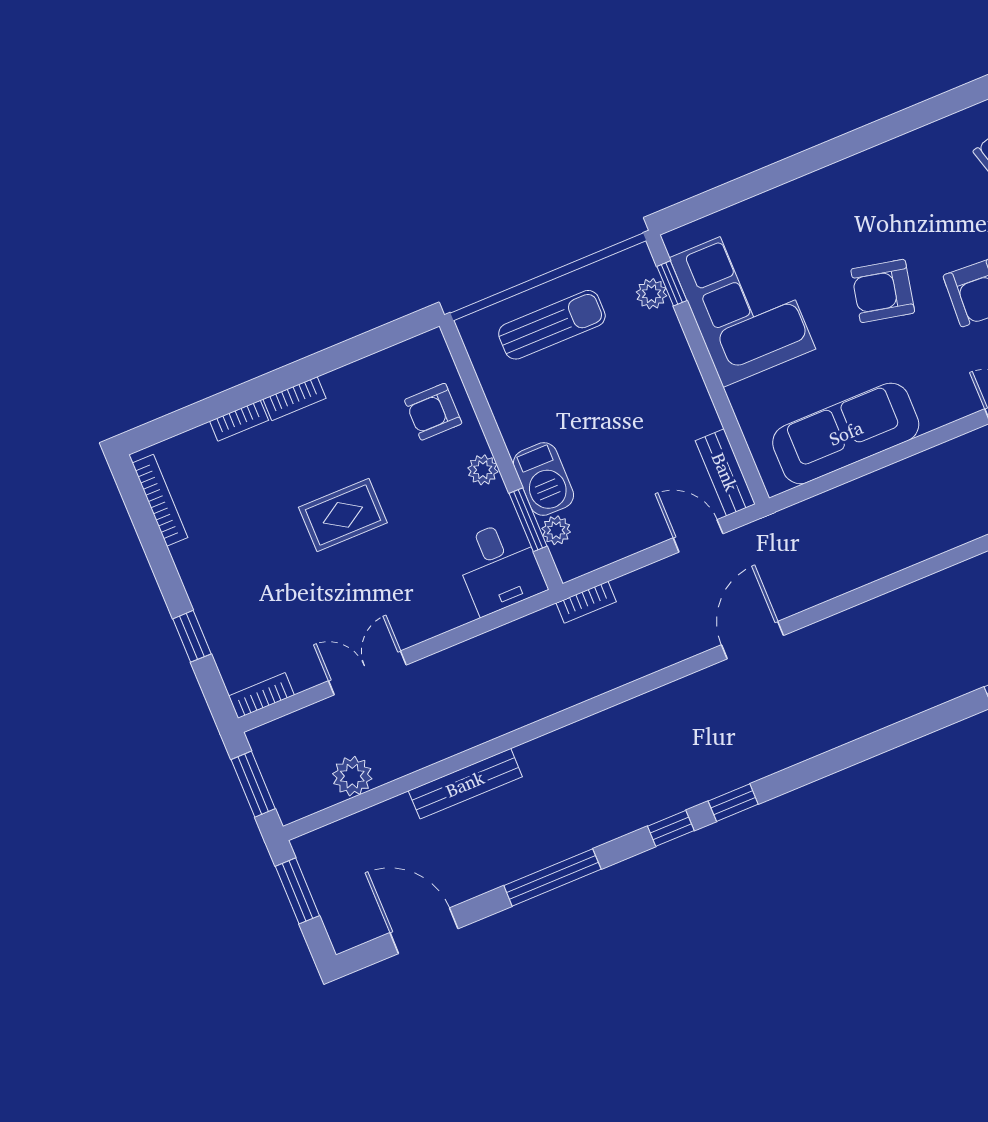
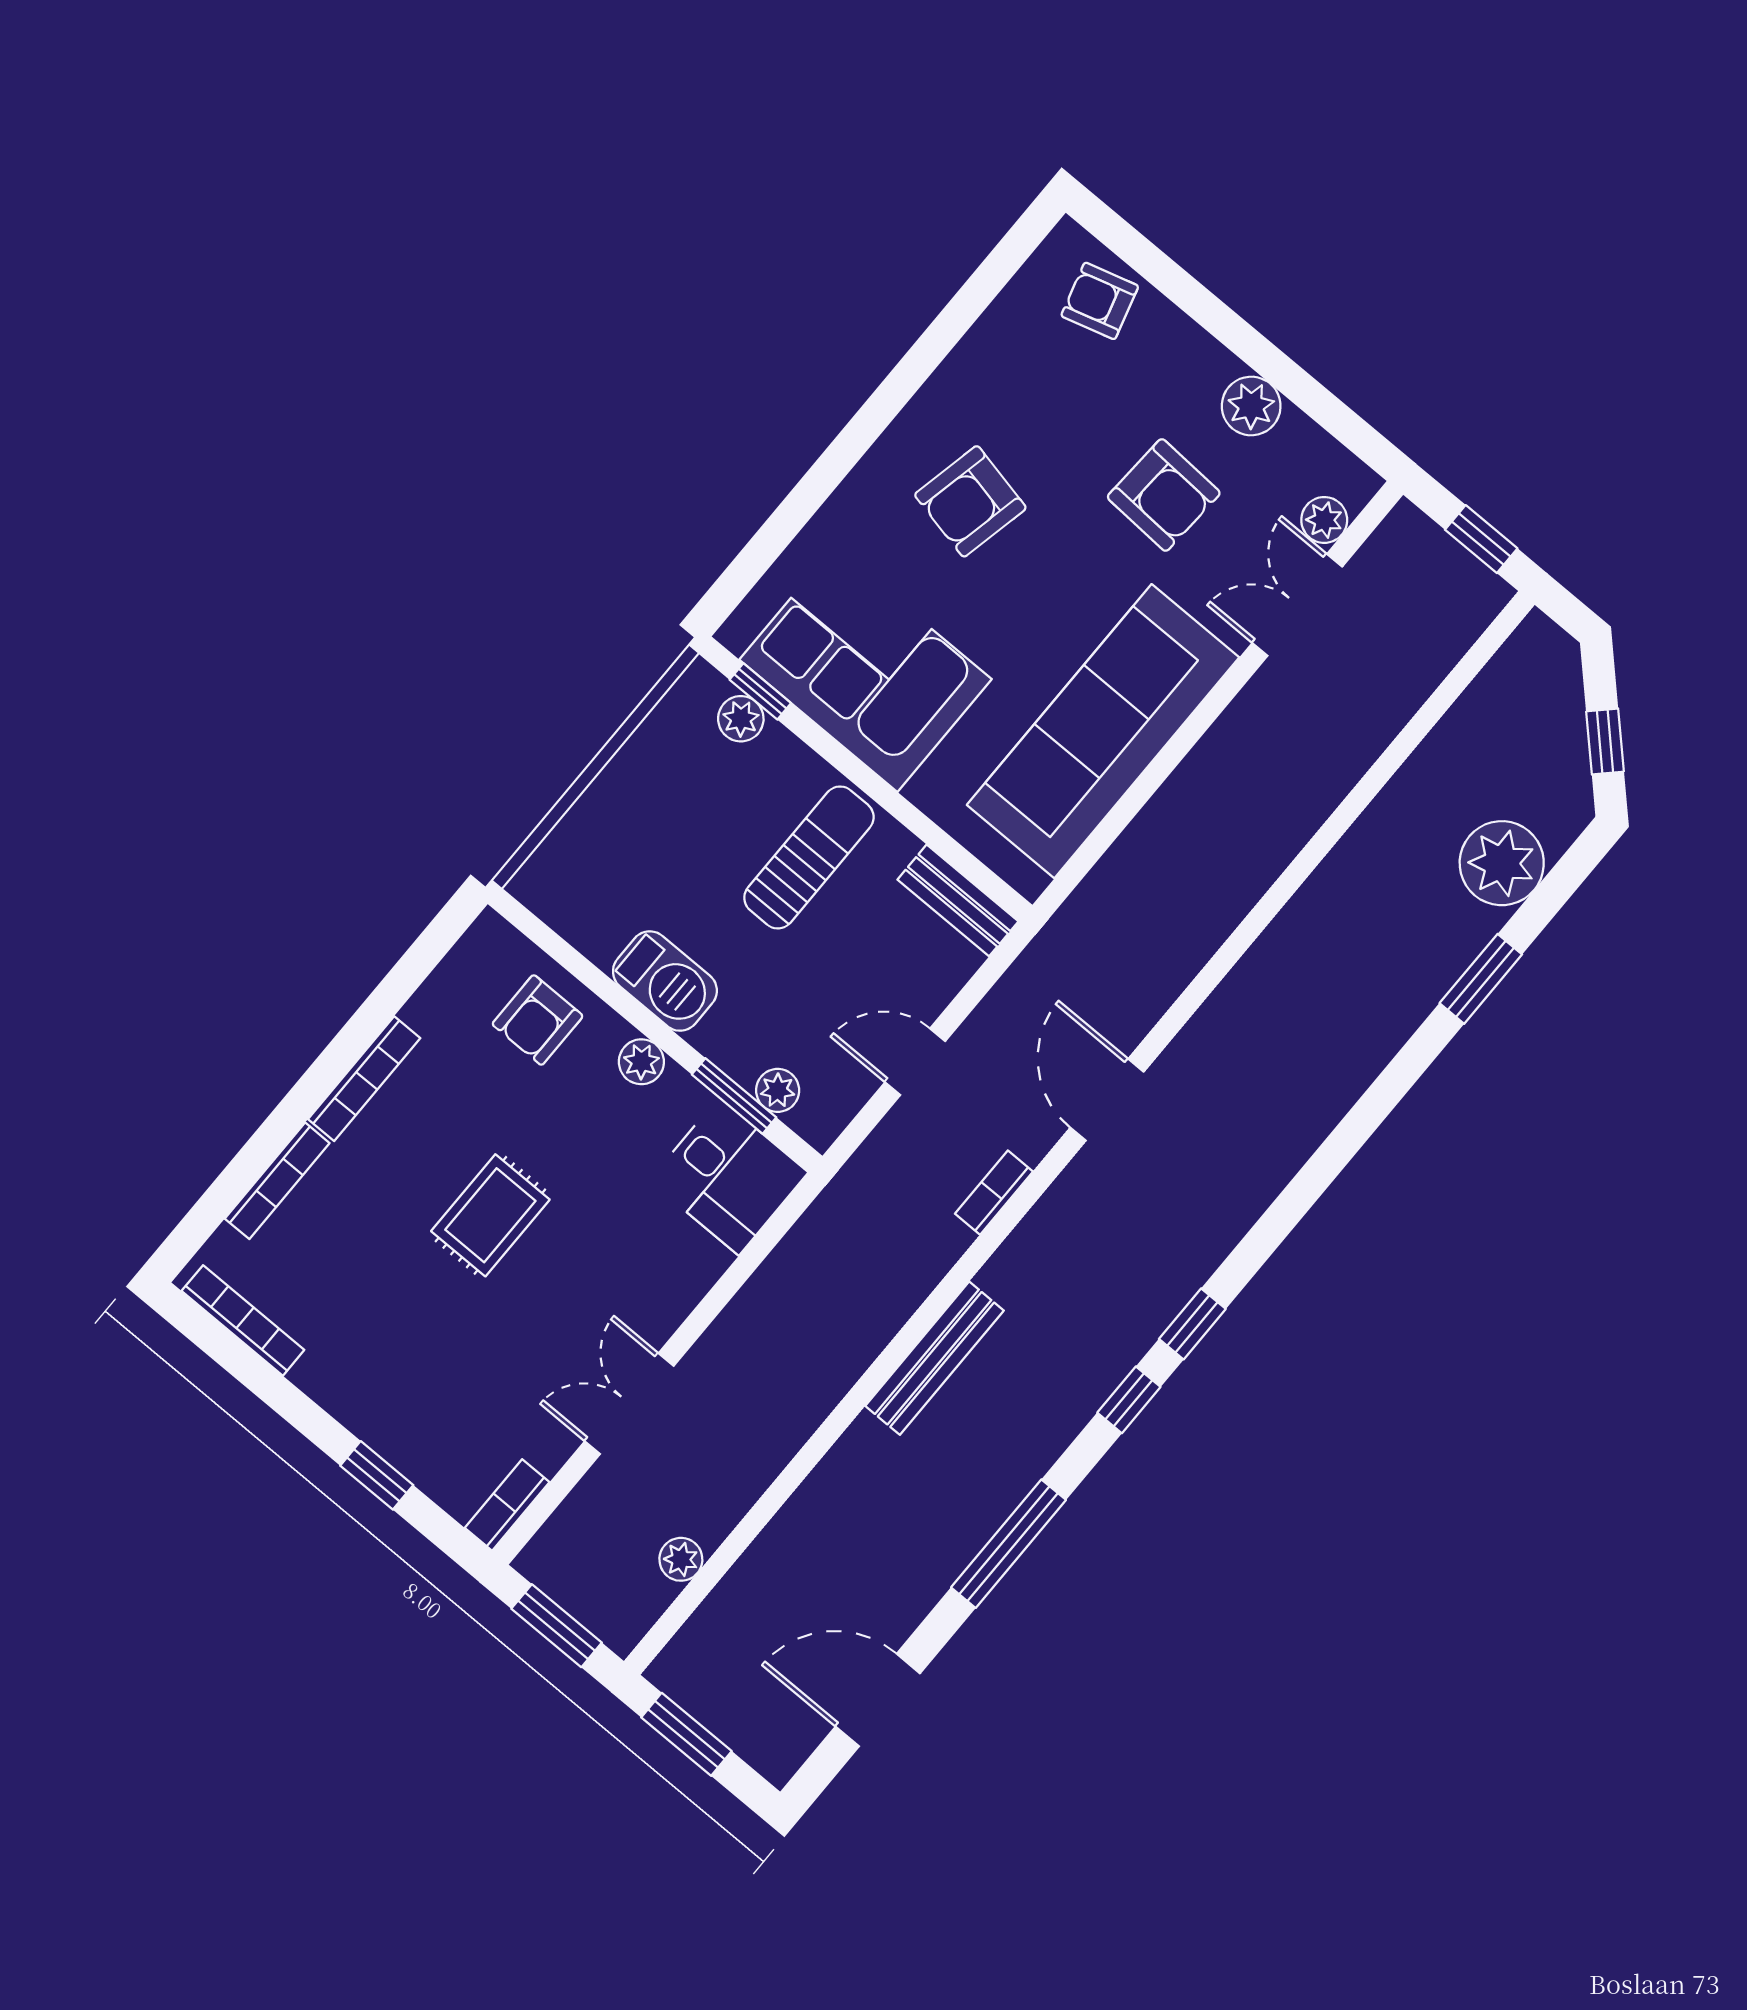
armchair: (883, 291) -> (970, 501), moved
sun lounger: (552, 325) -> (809, 857), moved
bookcase: (294, 399) -> (364, 1079), width x1.56
bookcase: (239, 421) -> (277, 1181), width x1.56
sofa: (846, 433) -> (1103, 731), width x1.36, depth x1.27
barbecue: (544, 479) -> (665, 981), moved
door: (698, 536) -> (915, 1062), moved
bookcase: (586, 602) -> (994, 1193), moved, turned 180
plant: (352, 776) -> (681, 1559), width x0.73, depth x0.73
bench: (465, 784) -> (935, 1358), moved

